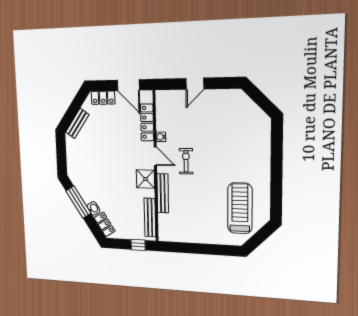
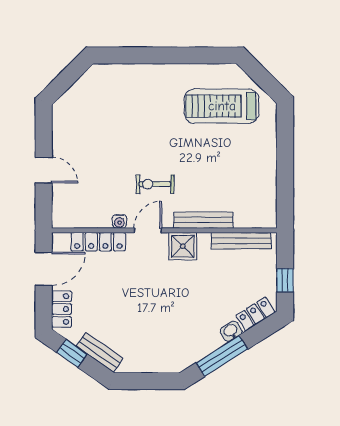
window: (76, 105) -> (72, 353), added
window: (138, 245) -> (285, 280), moved

